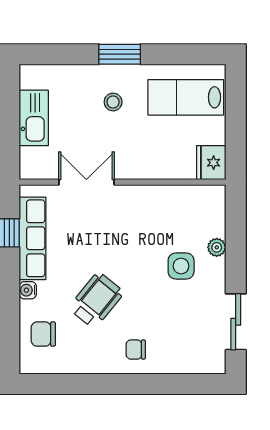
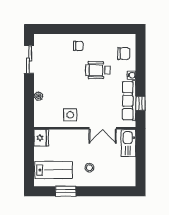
window: (120, 54) -> (66, 191), moved
kitchen sink: (34, 118) -> (128, 143), moved
side table: (181, 266) -> (70, 115), moved
wheelchair: (96, 300) -> (98, 70), turned 51

